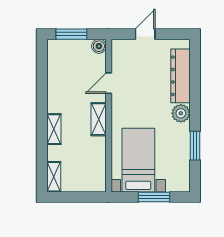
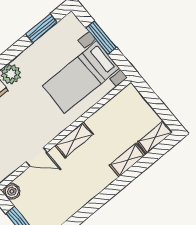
shelving: (54, 129) -> (127, 160), moved
window: (195, 146) -> (41, 28), moved

